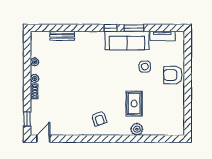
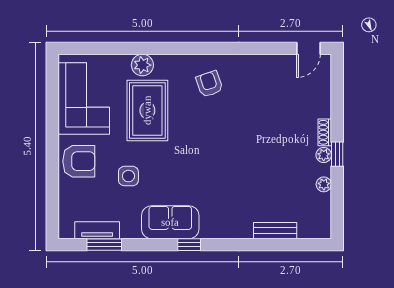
window: (134, 28) -> (104, 245), moved
sofa: (127, 41) -> (170, 222), width x0.73
rug: (134, 104) -> (147, 110), width x1.36, depth x1.43
corner sofa: (170, 110) -> (84, 98), added
window: (27, 119) -> (337, 154), moved

